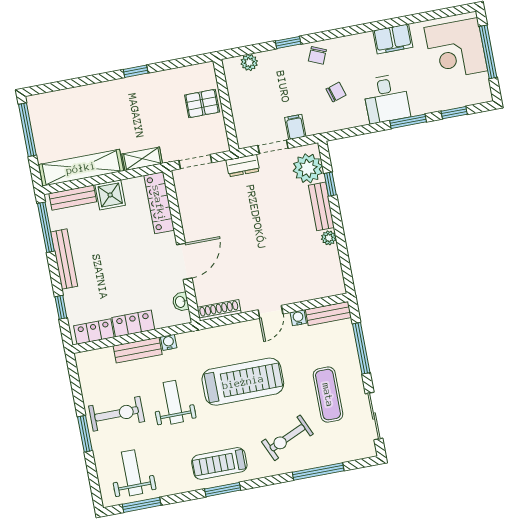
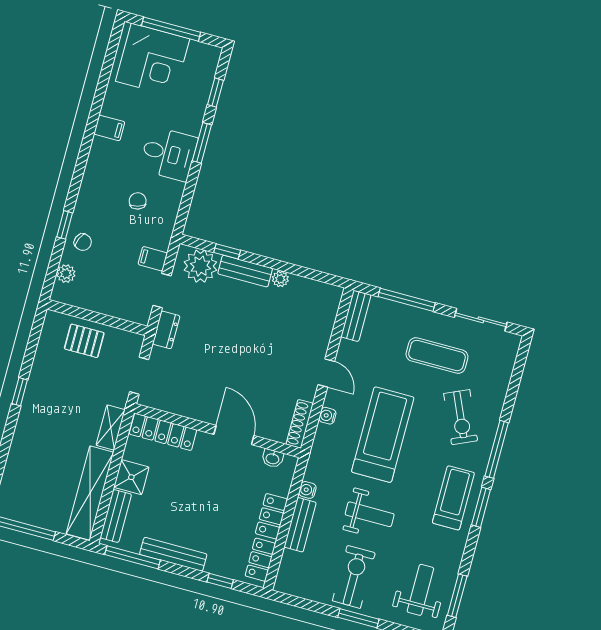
filing cabinet: (393, 39) -> (109, 128), width x0.50
chair: (317, 55) -> (83, 242), moved
pallet: (202, 104) -> (84, 341), turned 90
water cooler: (298, 318) -> (327, 416), moved
weight bench: (173, 402) -> (370, 514), turned 180
treadmill: (219, 464) -> (453, 498), turned 180
window: (318, 472) -> (497, 449), moved
weight bench: (132, 473) -> (420, 590), turned 90

